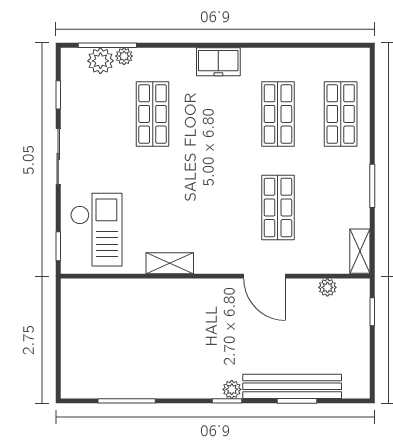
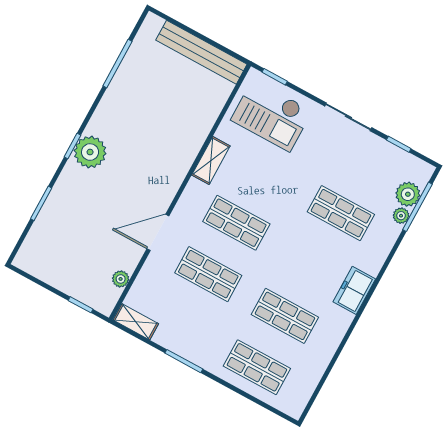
shop shelf: (215, 207) -> (236, 223), added
bench: (292, 386) -> (201, 52), moved, turned 90
plant: (232, 389) -> (90, 152), width x1.87, depth x1.87

